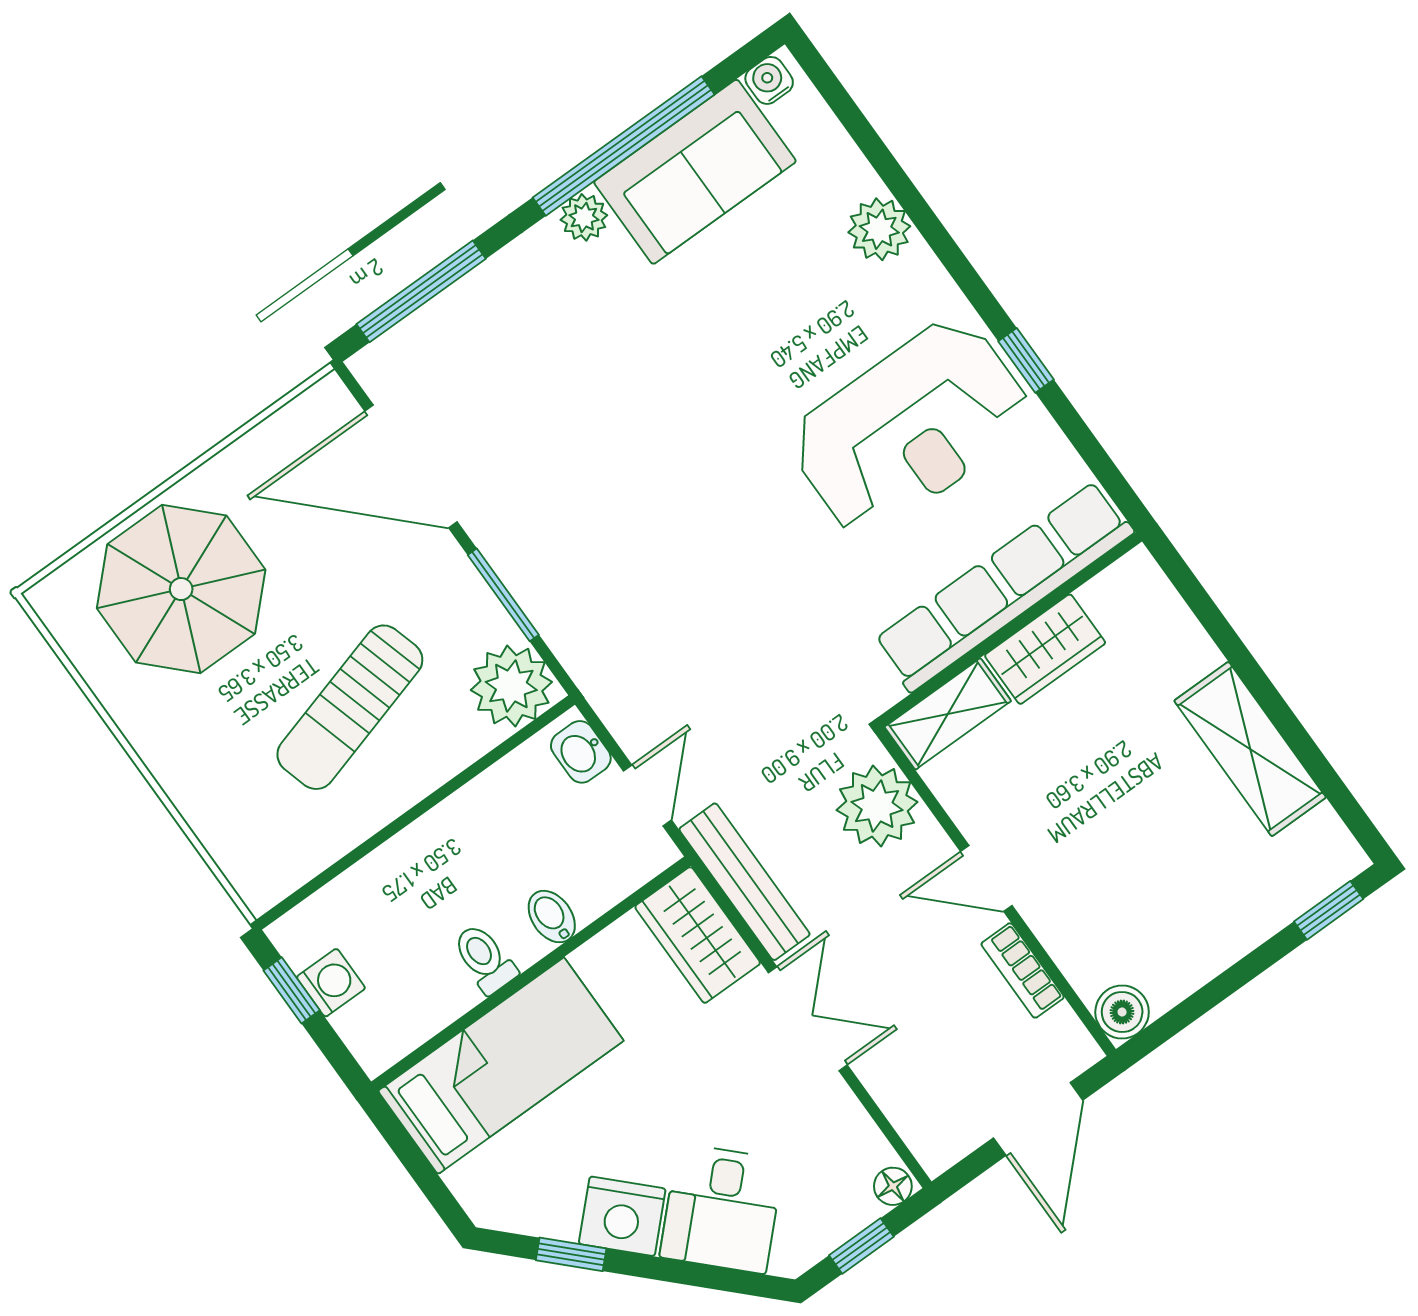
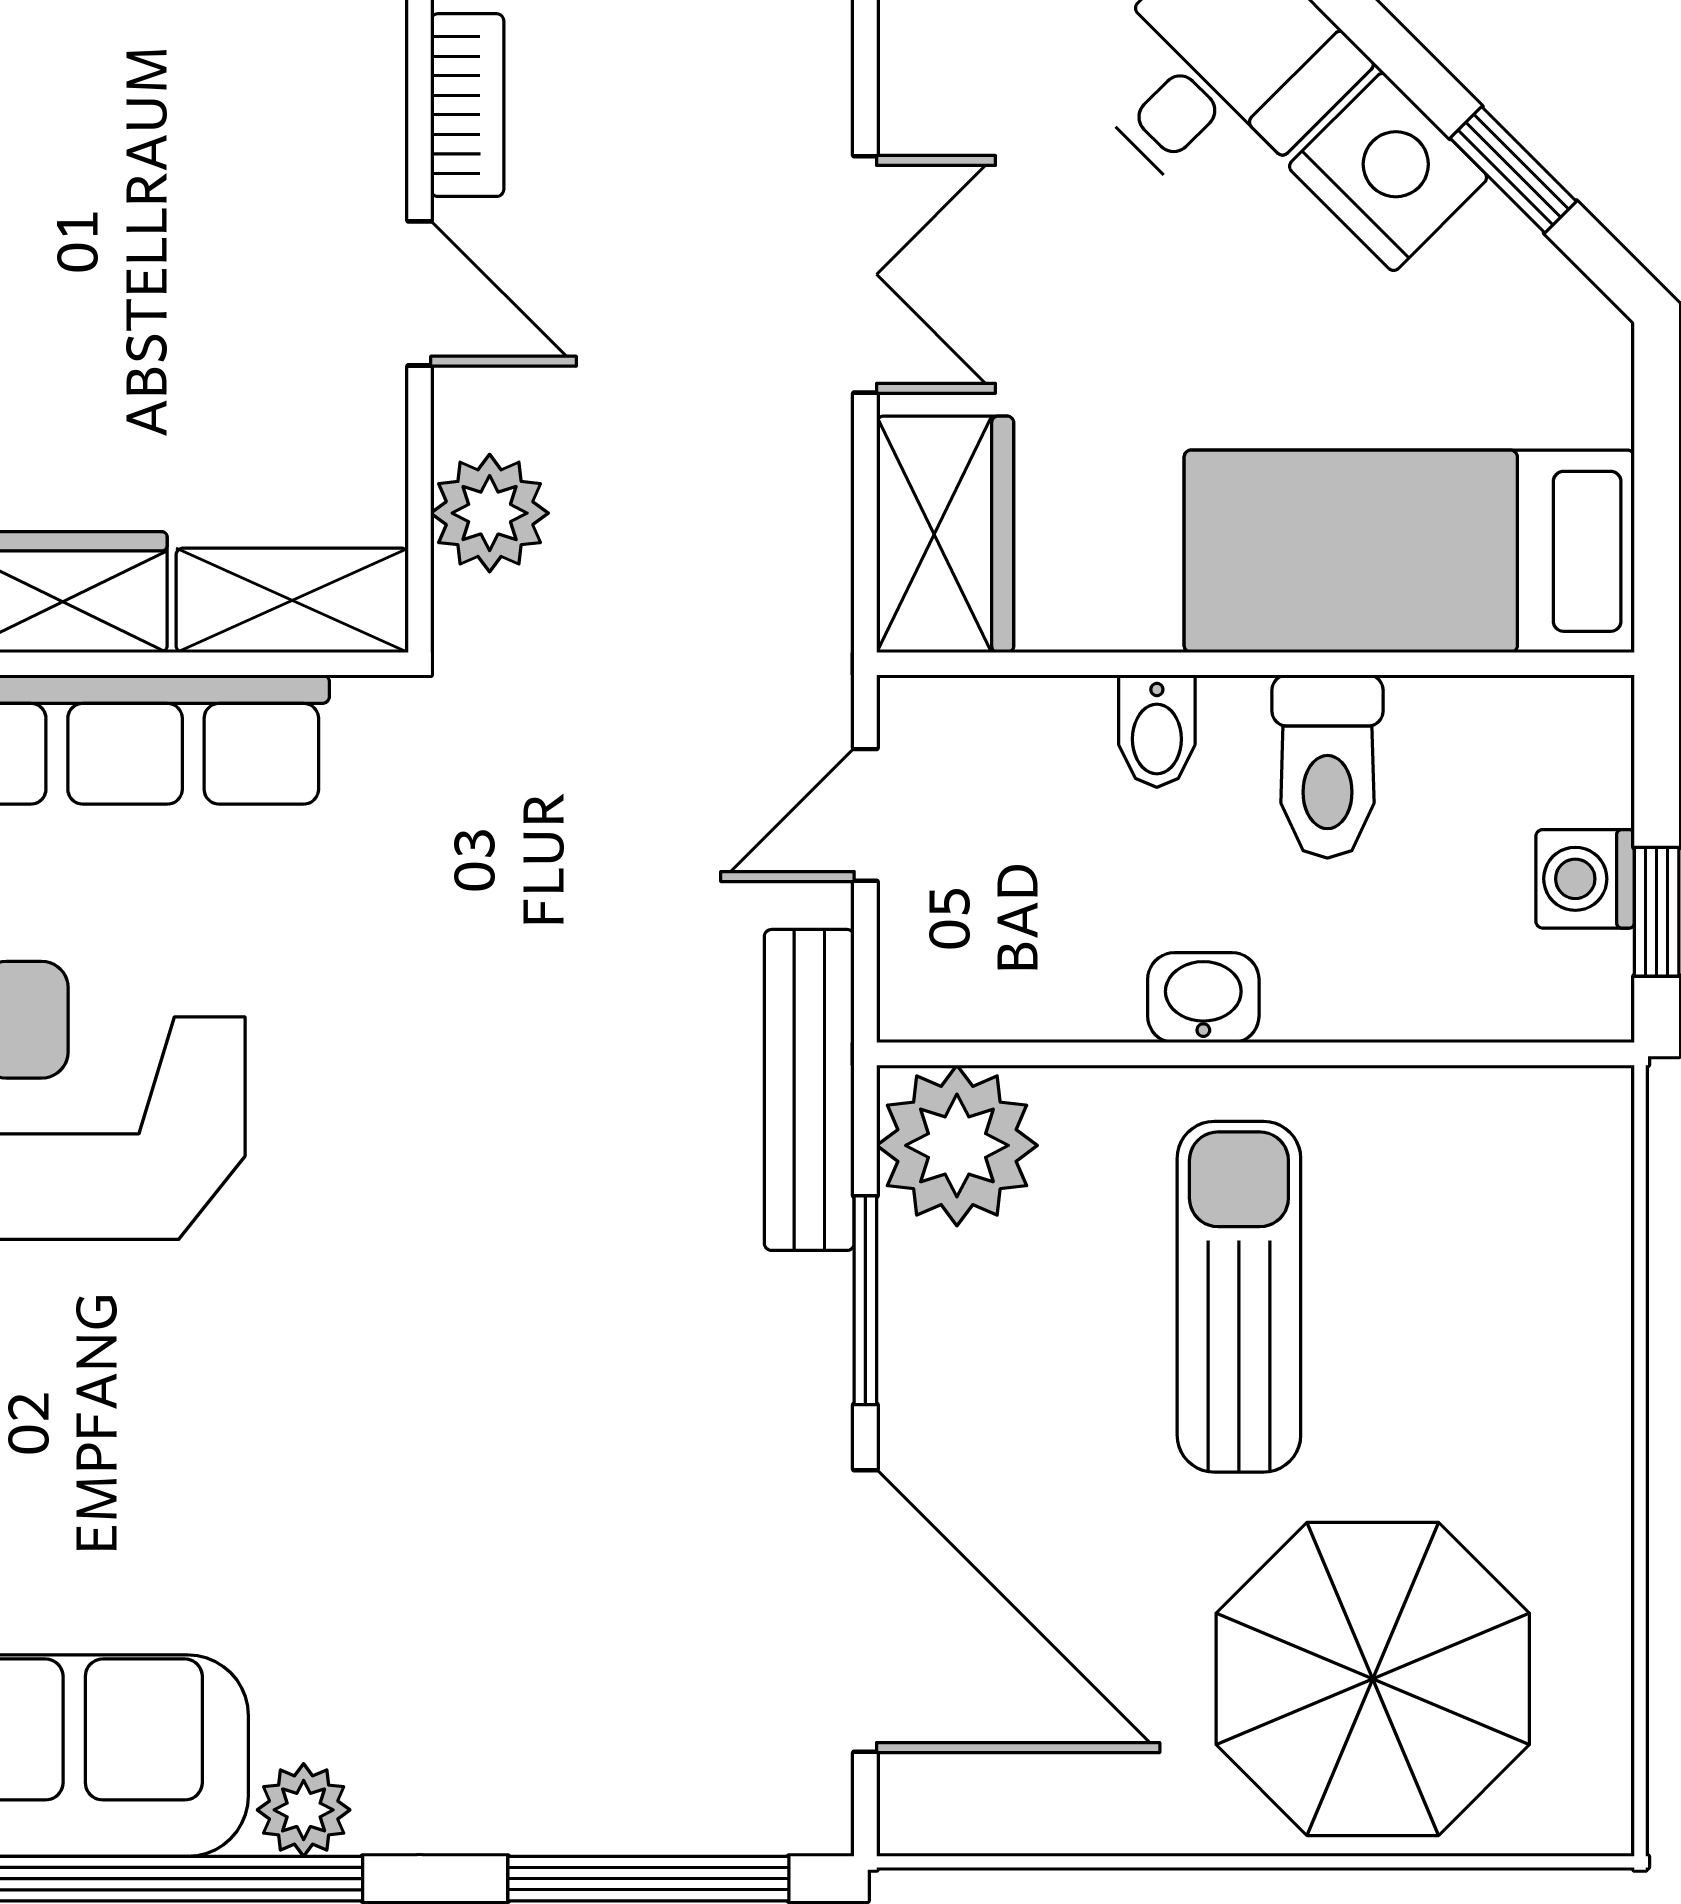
sun lounger: (350, 707) -> (1239, 1297), turned -74
washbasin: (581, 752) -> (1203, 998), moved, turned -90
plant: (877, 806) -> (490, 513), width x0.73, depth x0.73
bench: (744, 882) -> (809, 1090), moved
toilet: (485, 959) -> (1327, 766), width x1.37, depth x1.39
double door: (808, 1019) -> (865, 274), swing flipped

